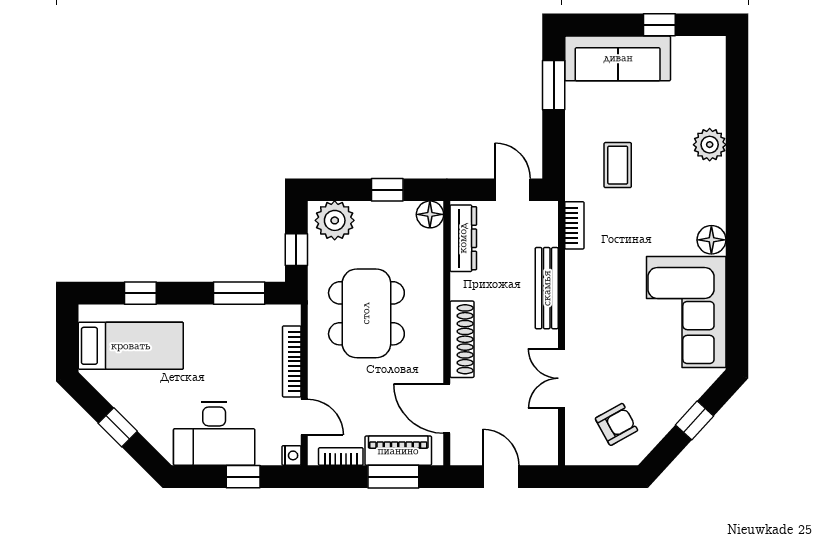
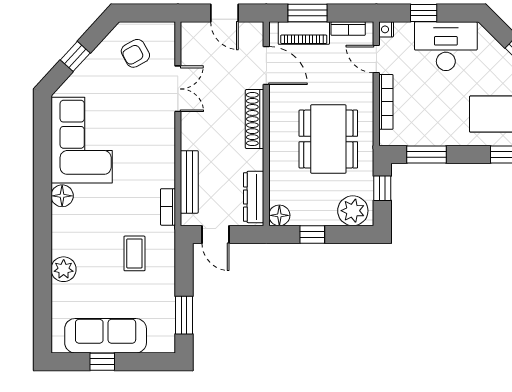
sofa: (618, 58) -> (106, 336), moved
bench: (547, 288) -> (189, 182), moved

